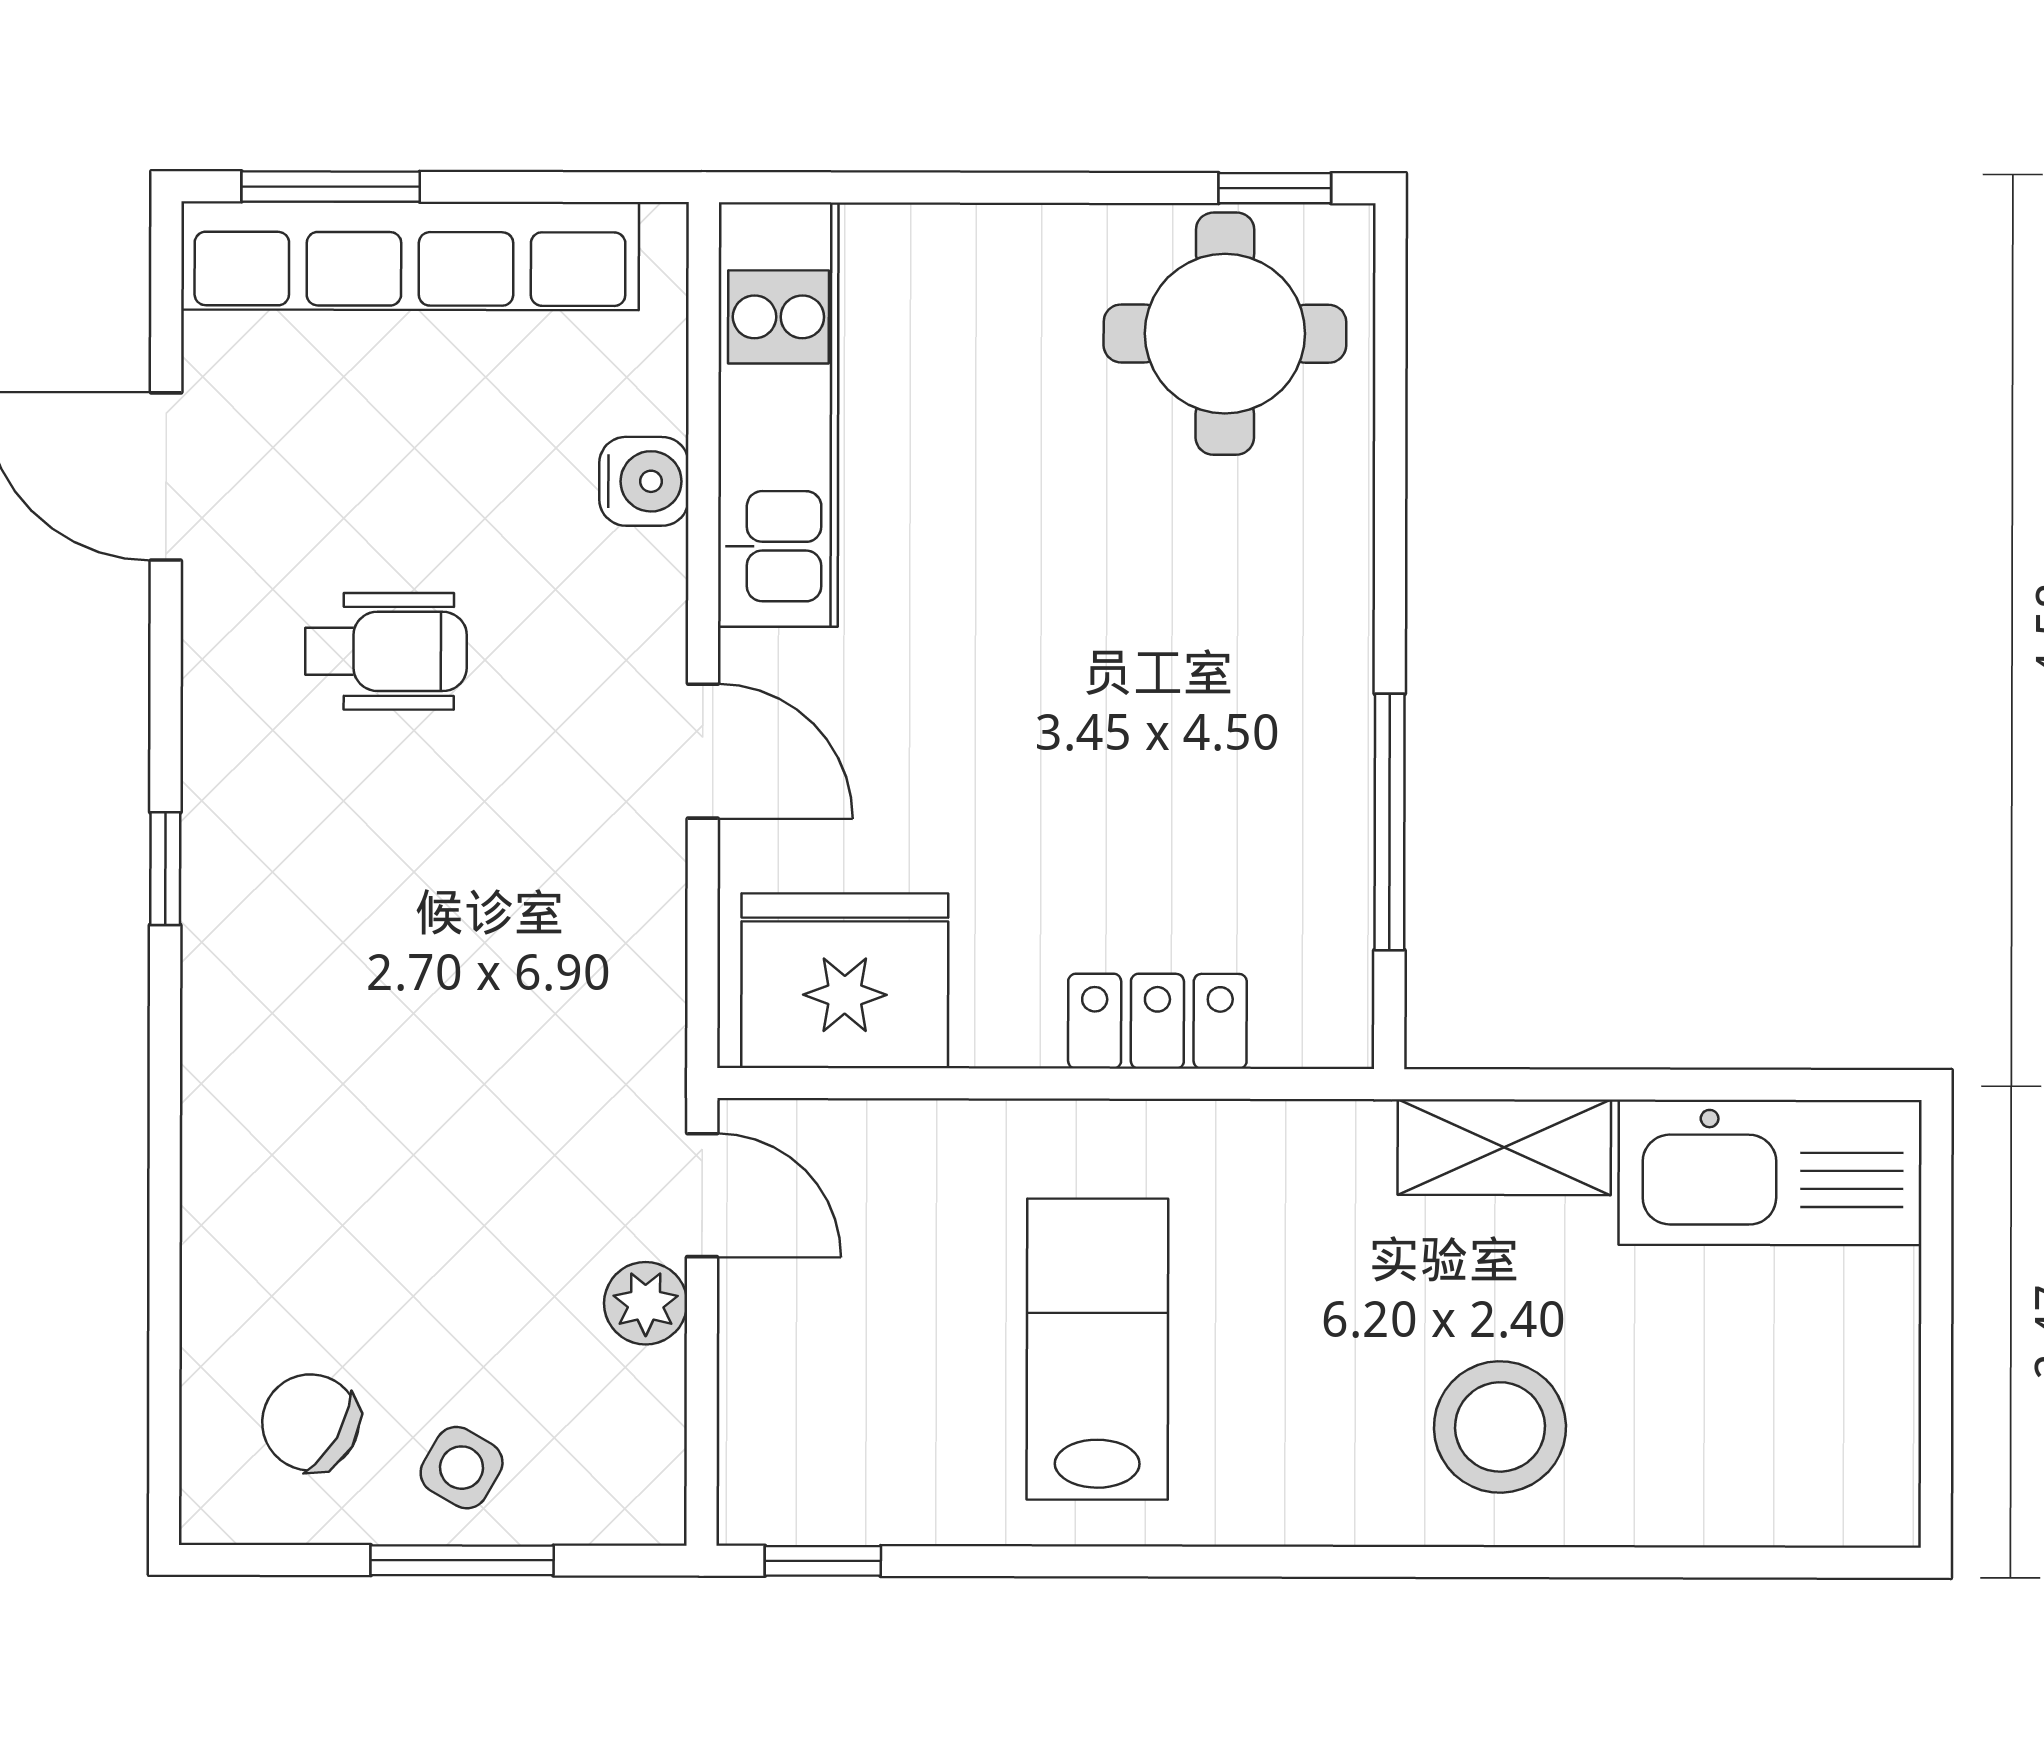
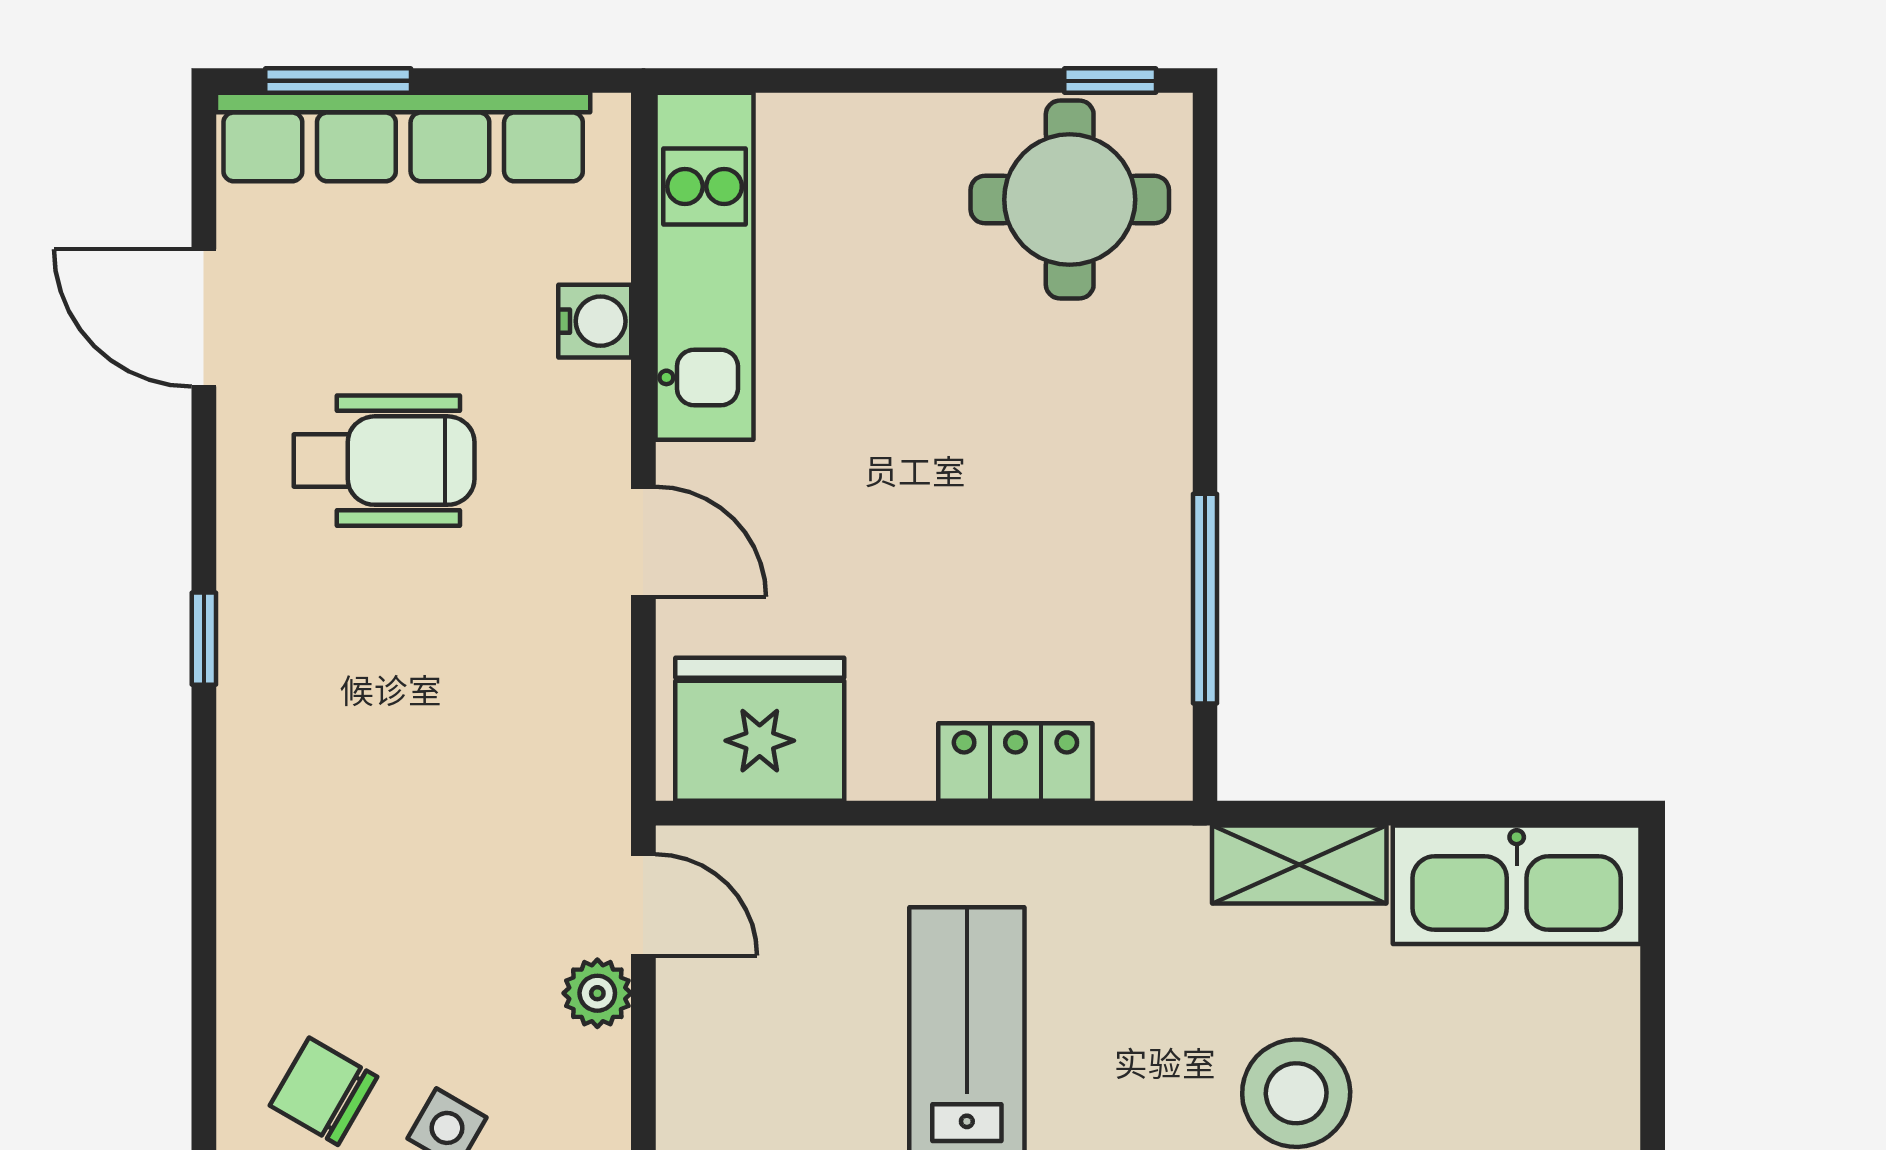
wheelchair: (386, 651) -> (384, 461), width x1.36, depth x1.37

